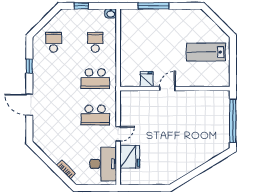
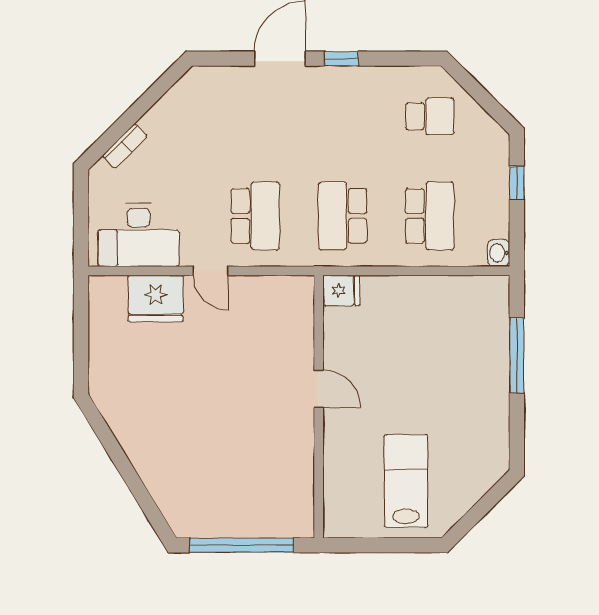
school desk: (95, 42) -> (430, 216), width x1.85
window: (29, 66) -> (341, 59), moved
fridge: (147, 79) -> (341, 290), moved
school desk: (95, 115) -> (255, 216), turned 180

